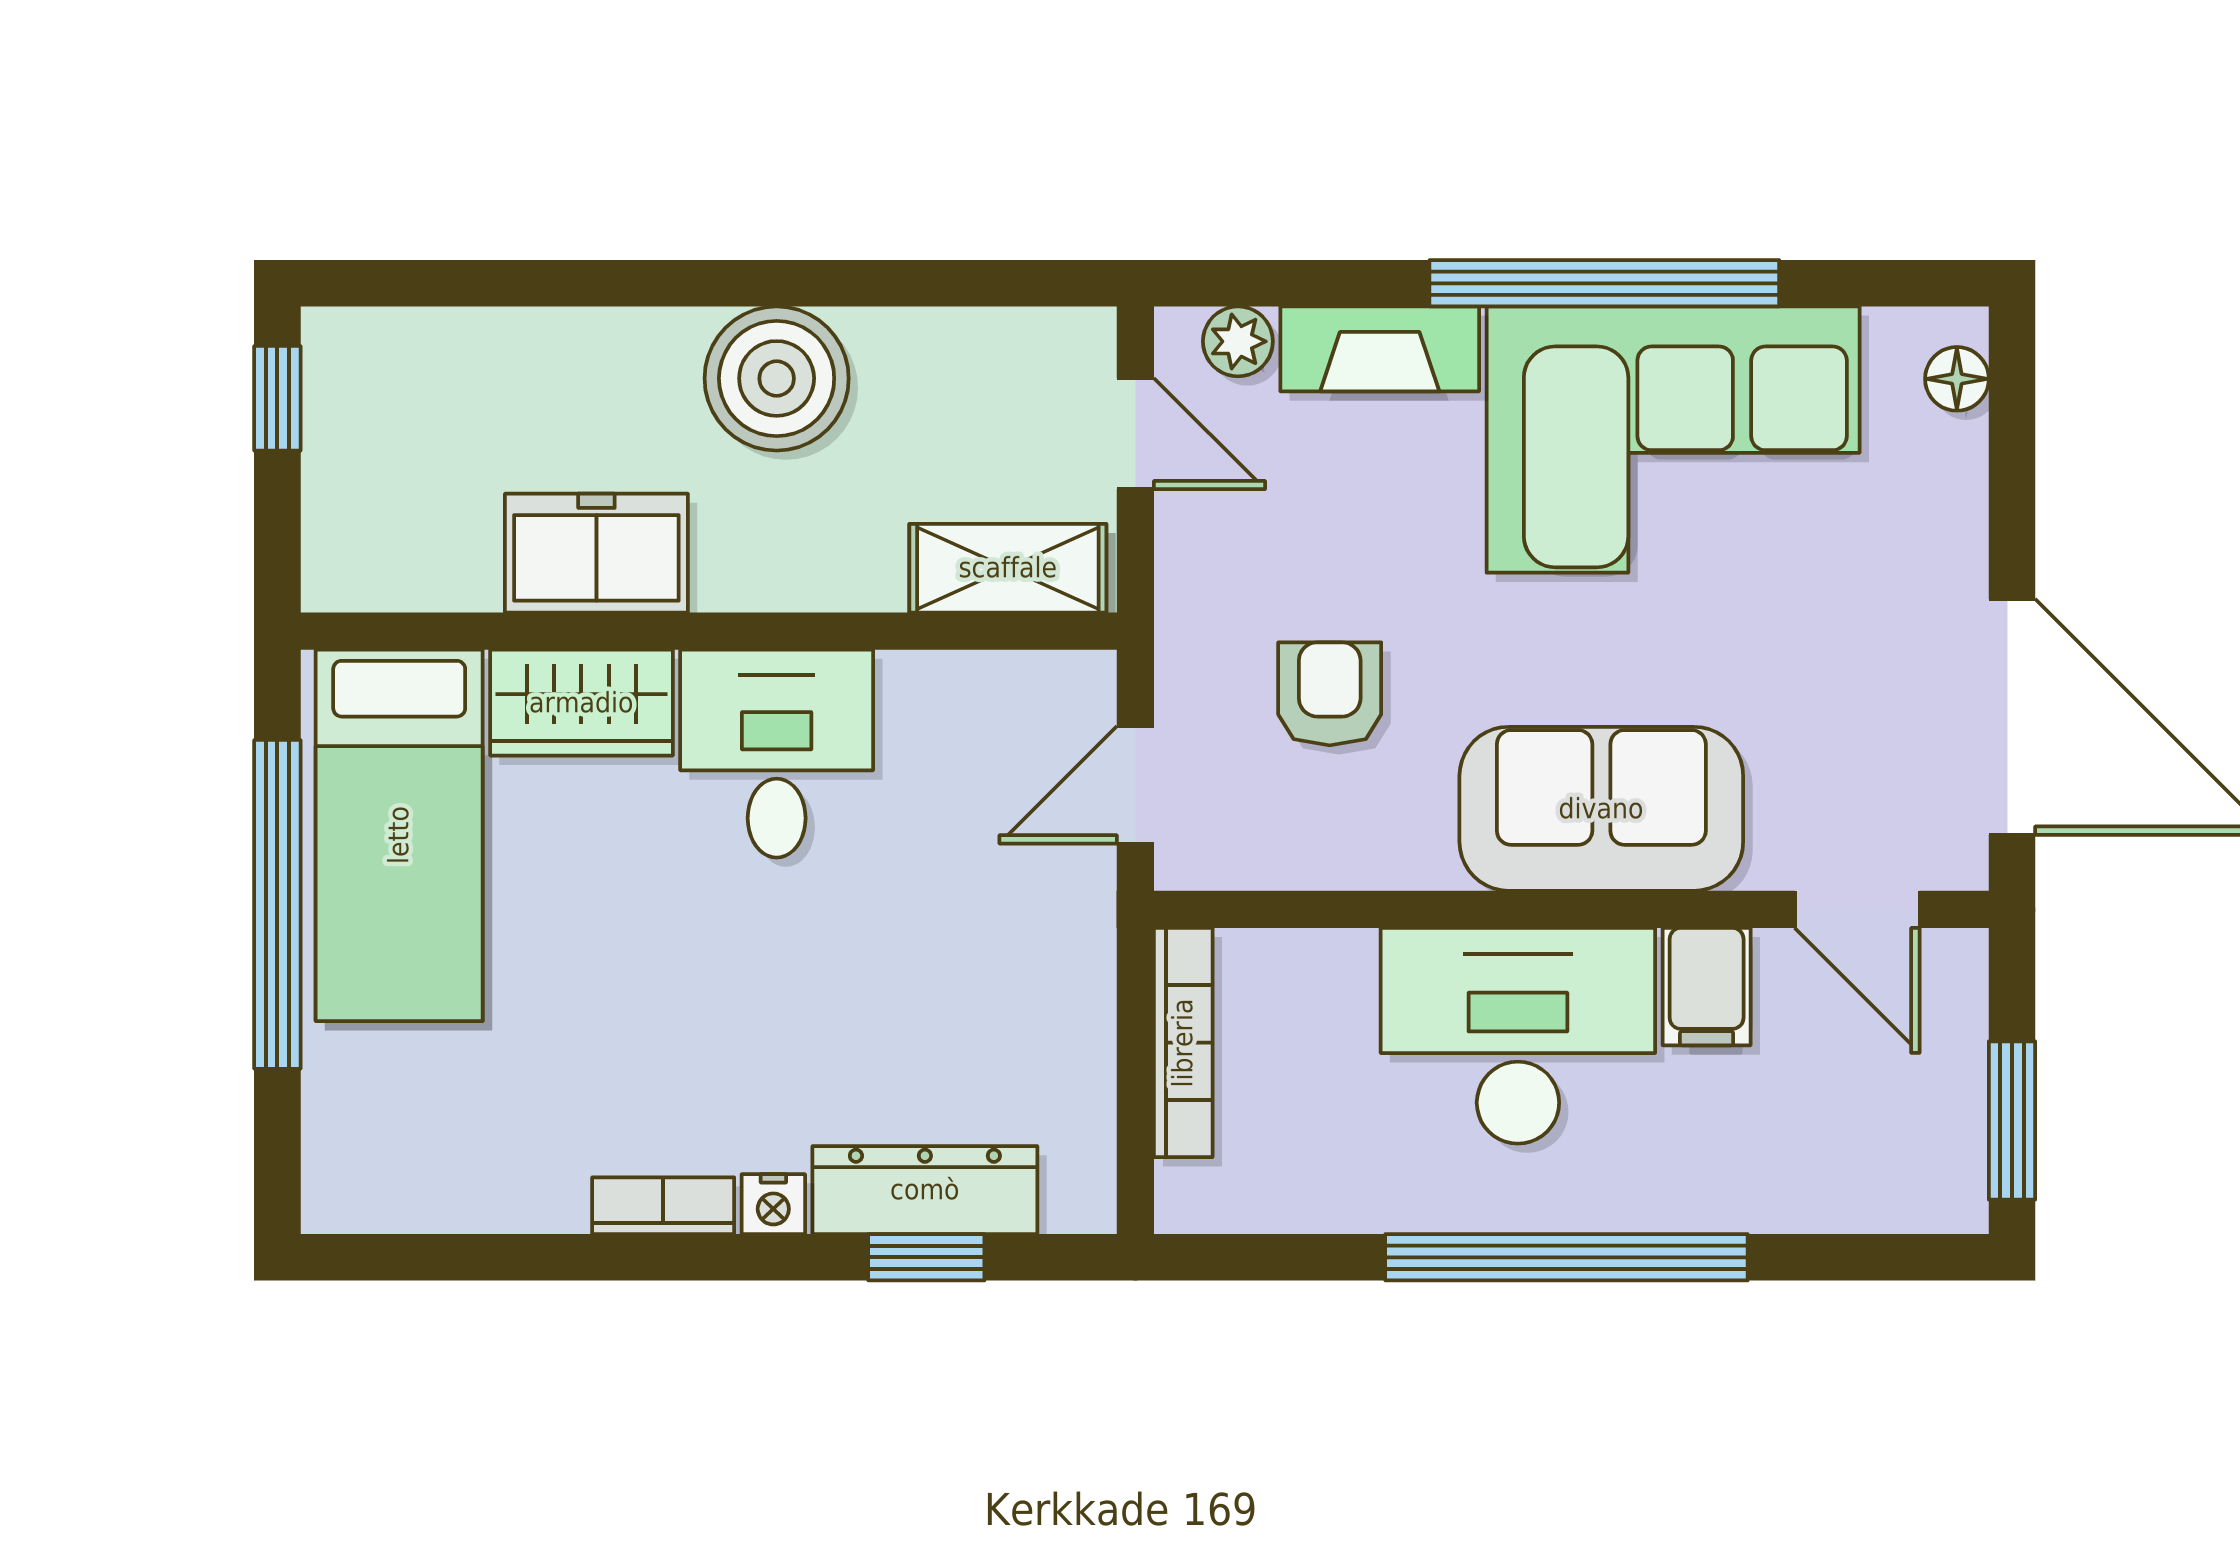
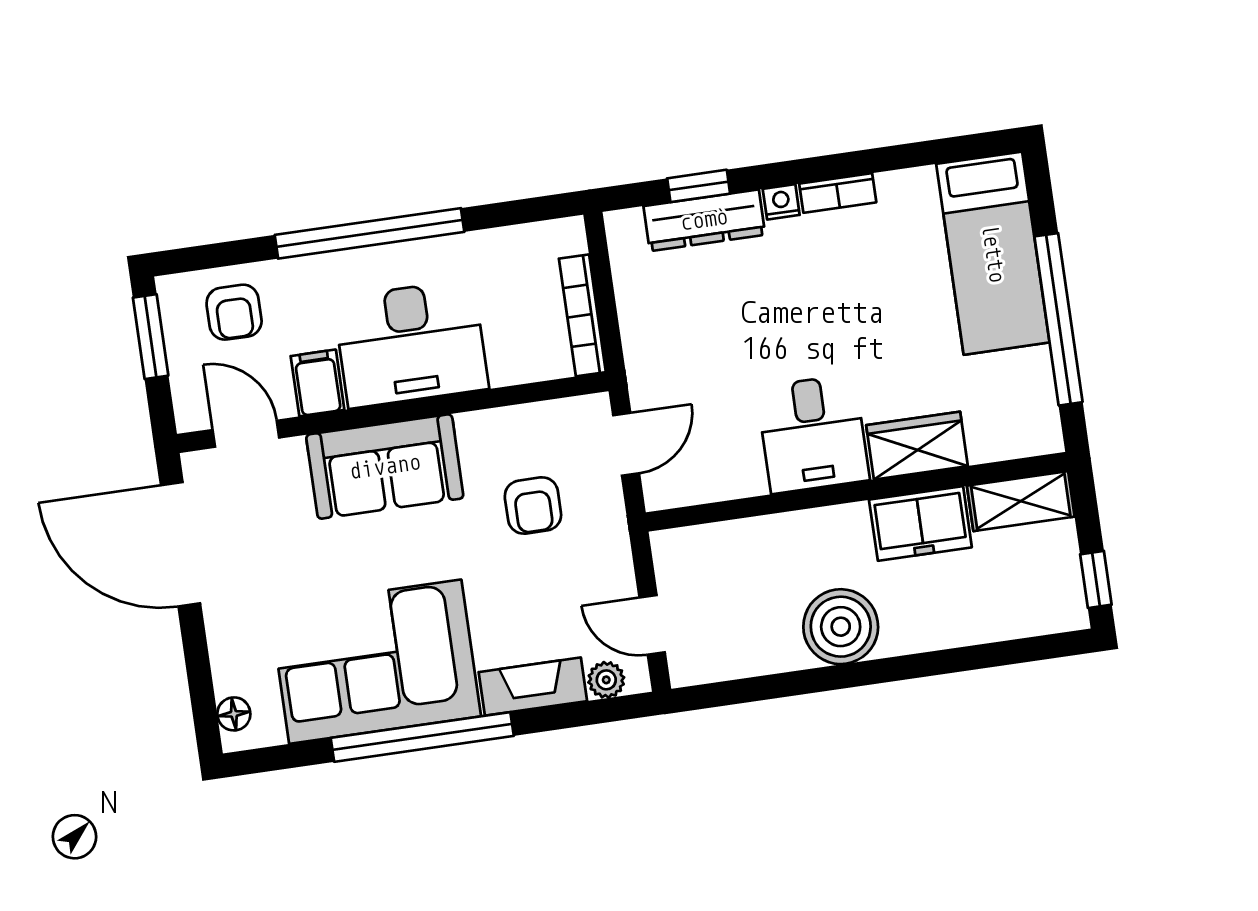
shelving: (1008, 568) -> (1021, 501), moved
bed: (399, 835) -> (993, 253), moved, turned 180
armchair: (1846, 1144) -> (234, 312), added

